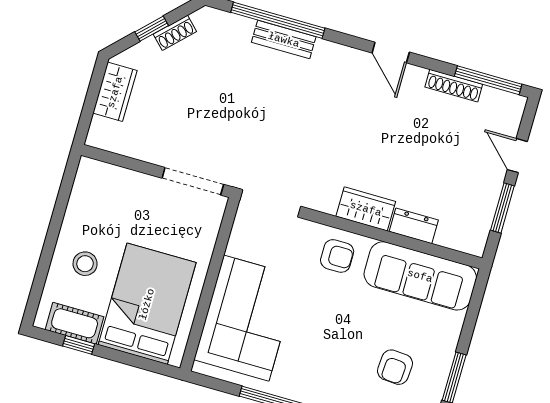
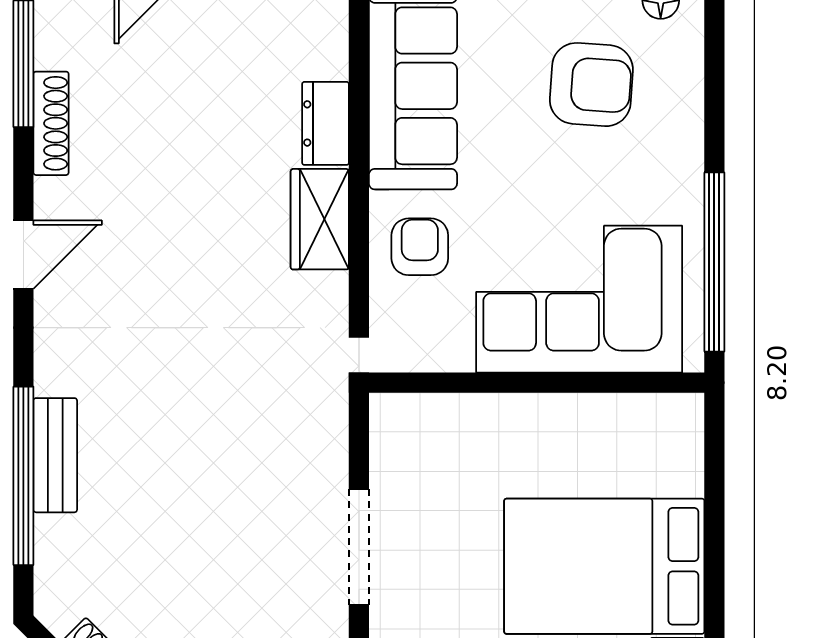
wall: (210, 284) -> (537, 383), moved
corner sofa: (246, 318) -> (579, 299), moved
armchair: (395, 367) -> (591, 85), width x1.38, depth x1.38

